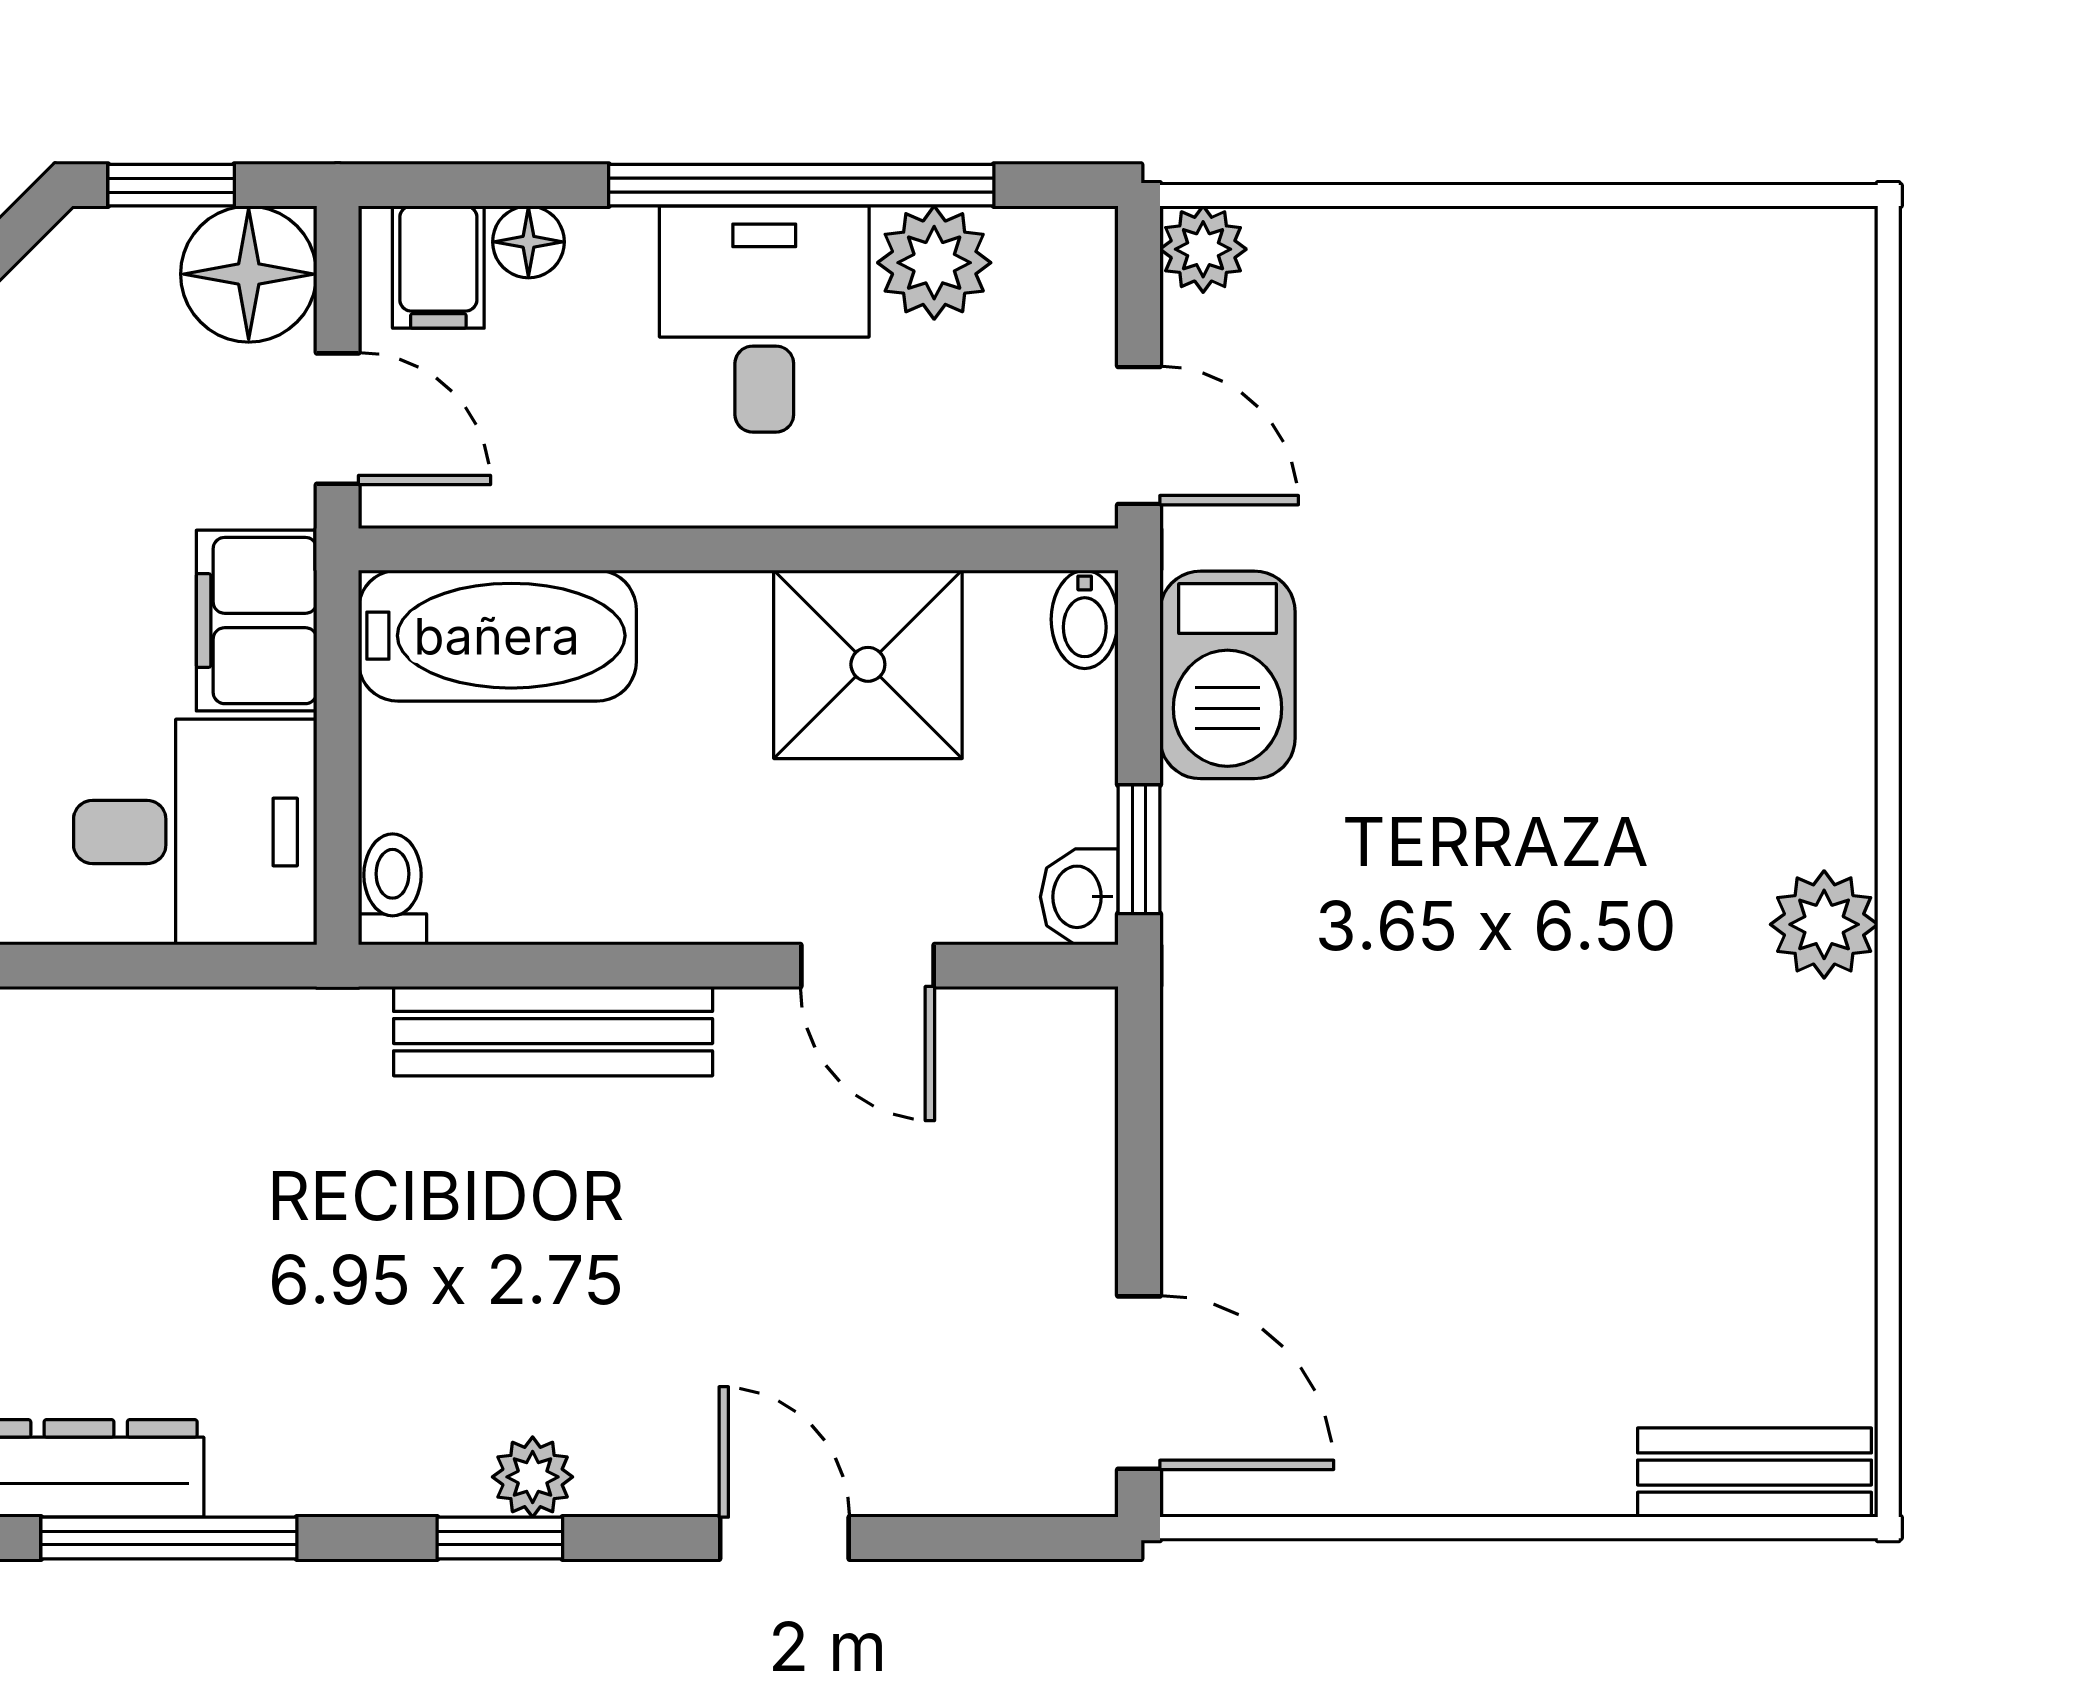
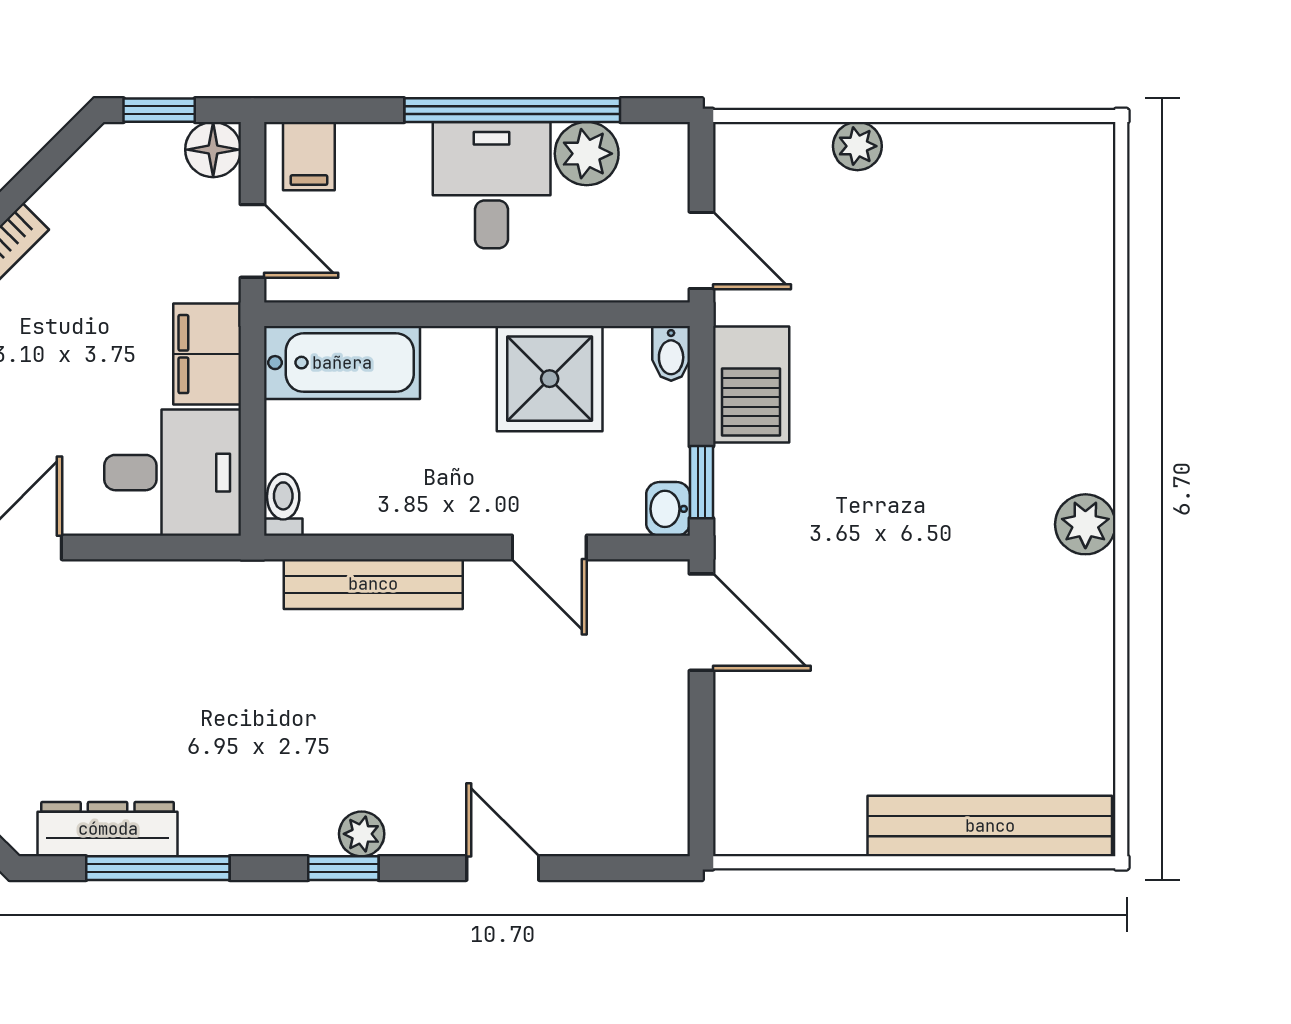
floor lamp: (528, 242) -> (359, 142), removed
plant: (1203, 249) -> (857, 146), moved
floor lamp: (249, 274) -> (213, 150), width x0.73, depth x0.73
door: (1139, 1383) -> (701, 622), moved
bench: (1755, 1473) -> (990, 826), width x1.86, depth x1.21

